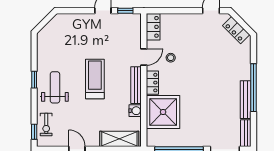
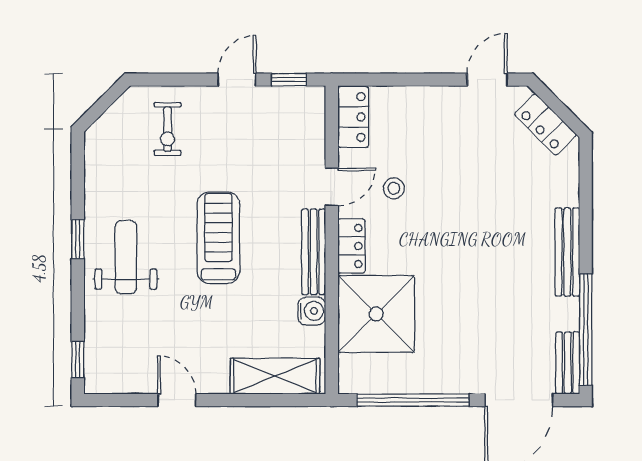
window: (254, 88) -> (586, 330), moved
bench: (246, 100) -> (567, 252), moved
exercise bike: (46, 124) -> (168, 129), moved

